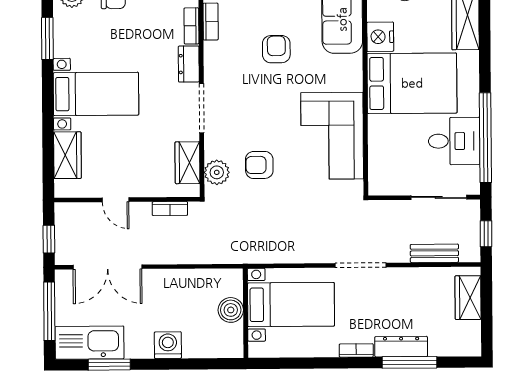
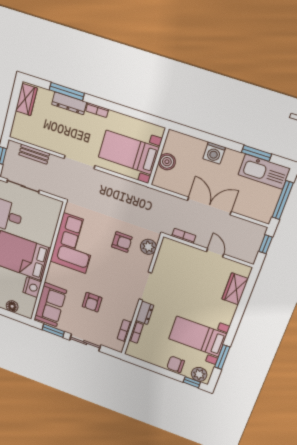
bed with nightstands: (96, 94) -> (198, 336), moved
wardrobe: (187, 163) -> (164, 259), removed
double door: (108, 267) -> (209, 206), moved
wardrobe: (468, 298) -> (26, 100), moved

